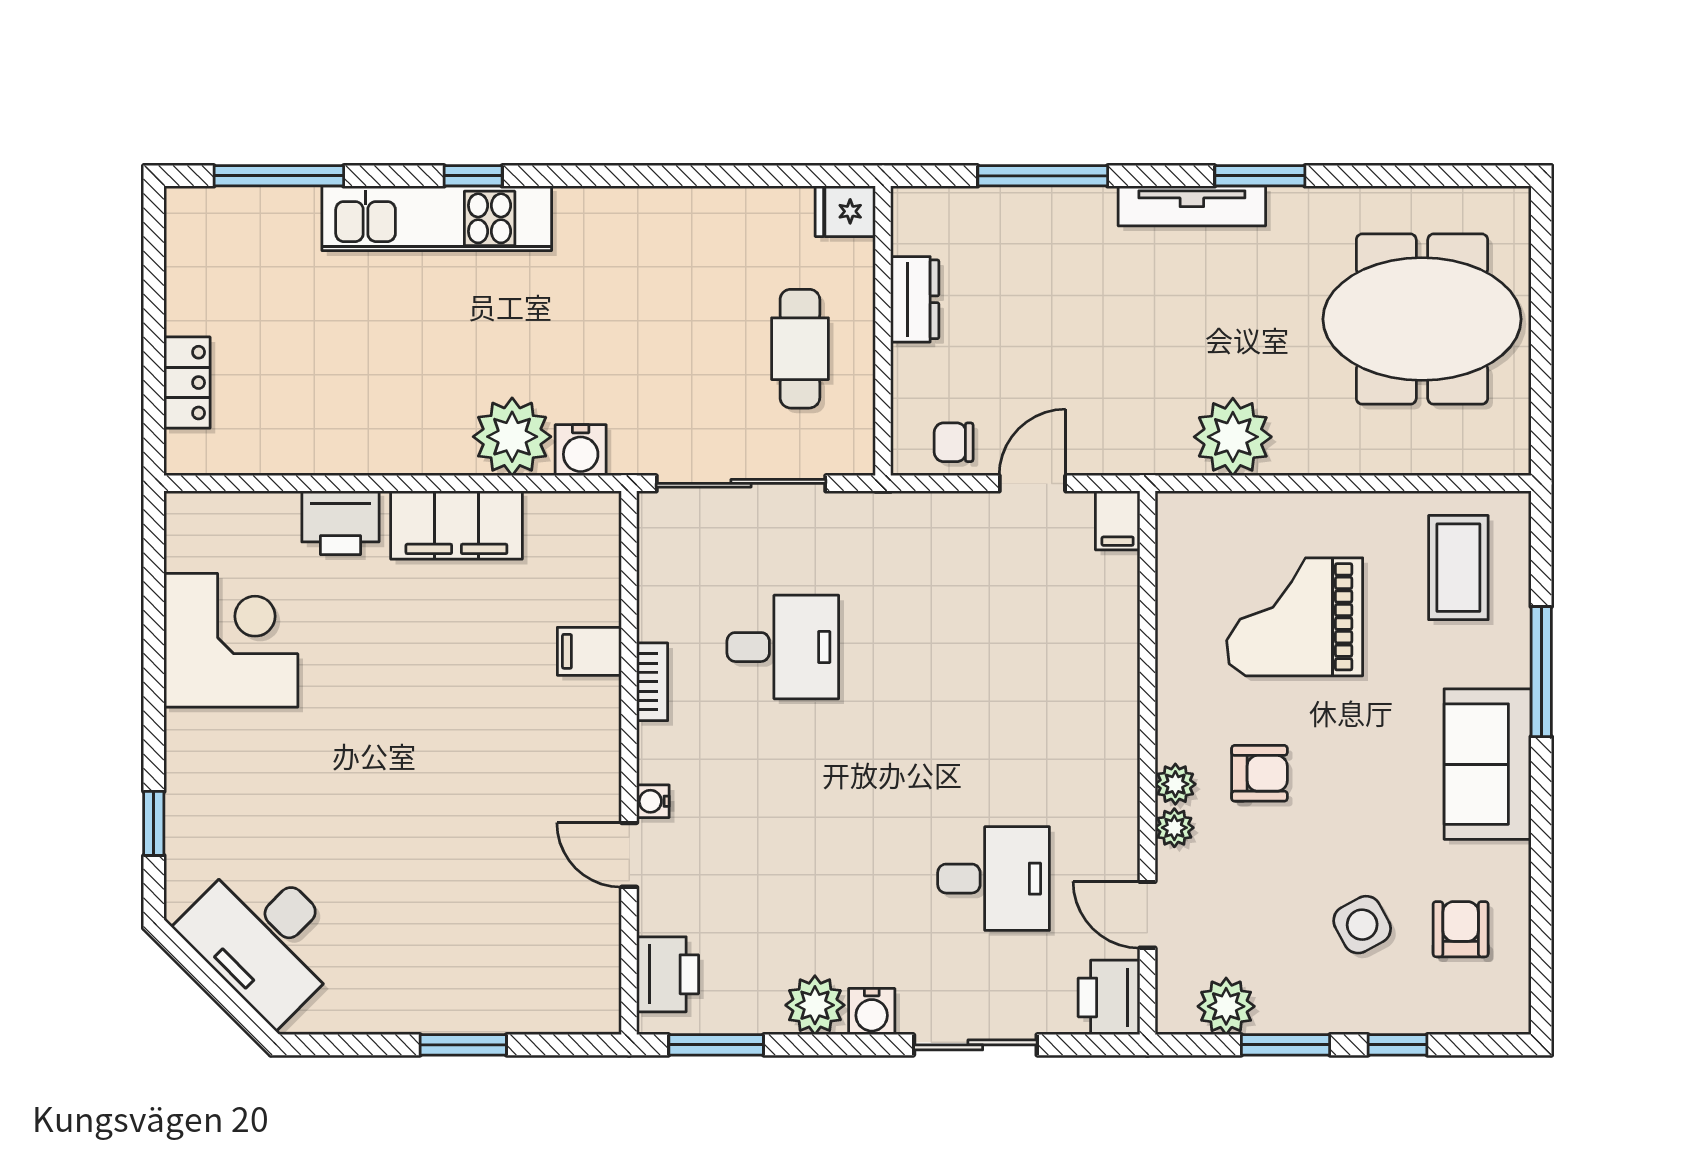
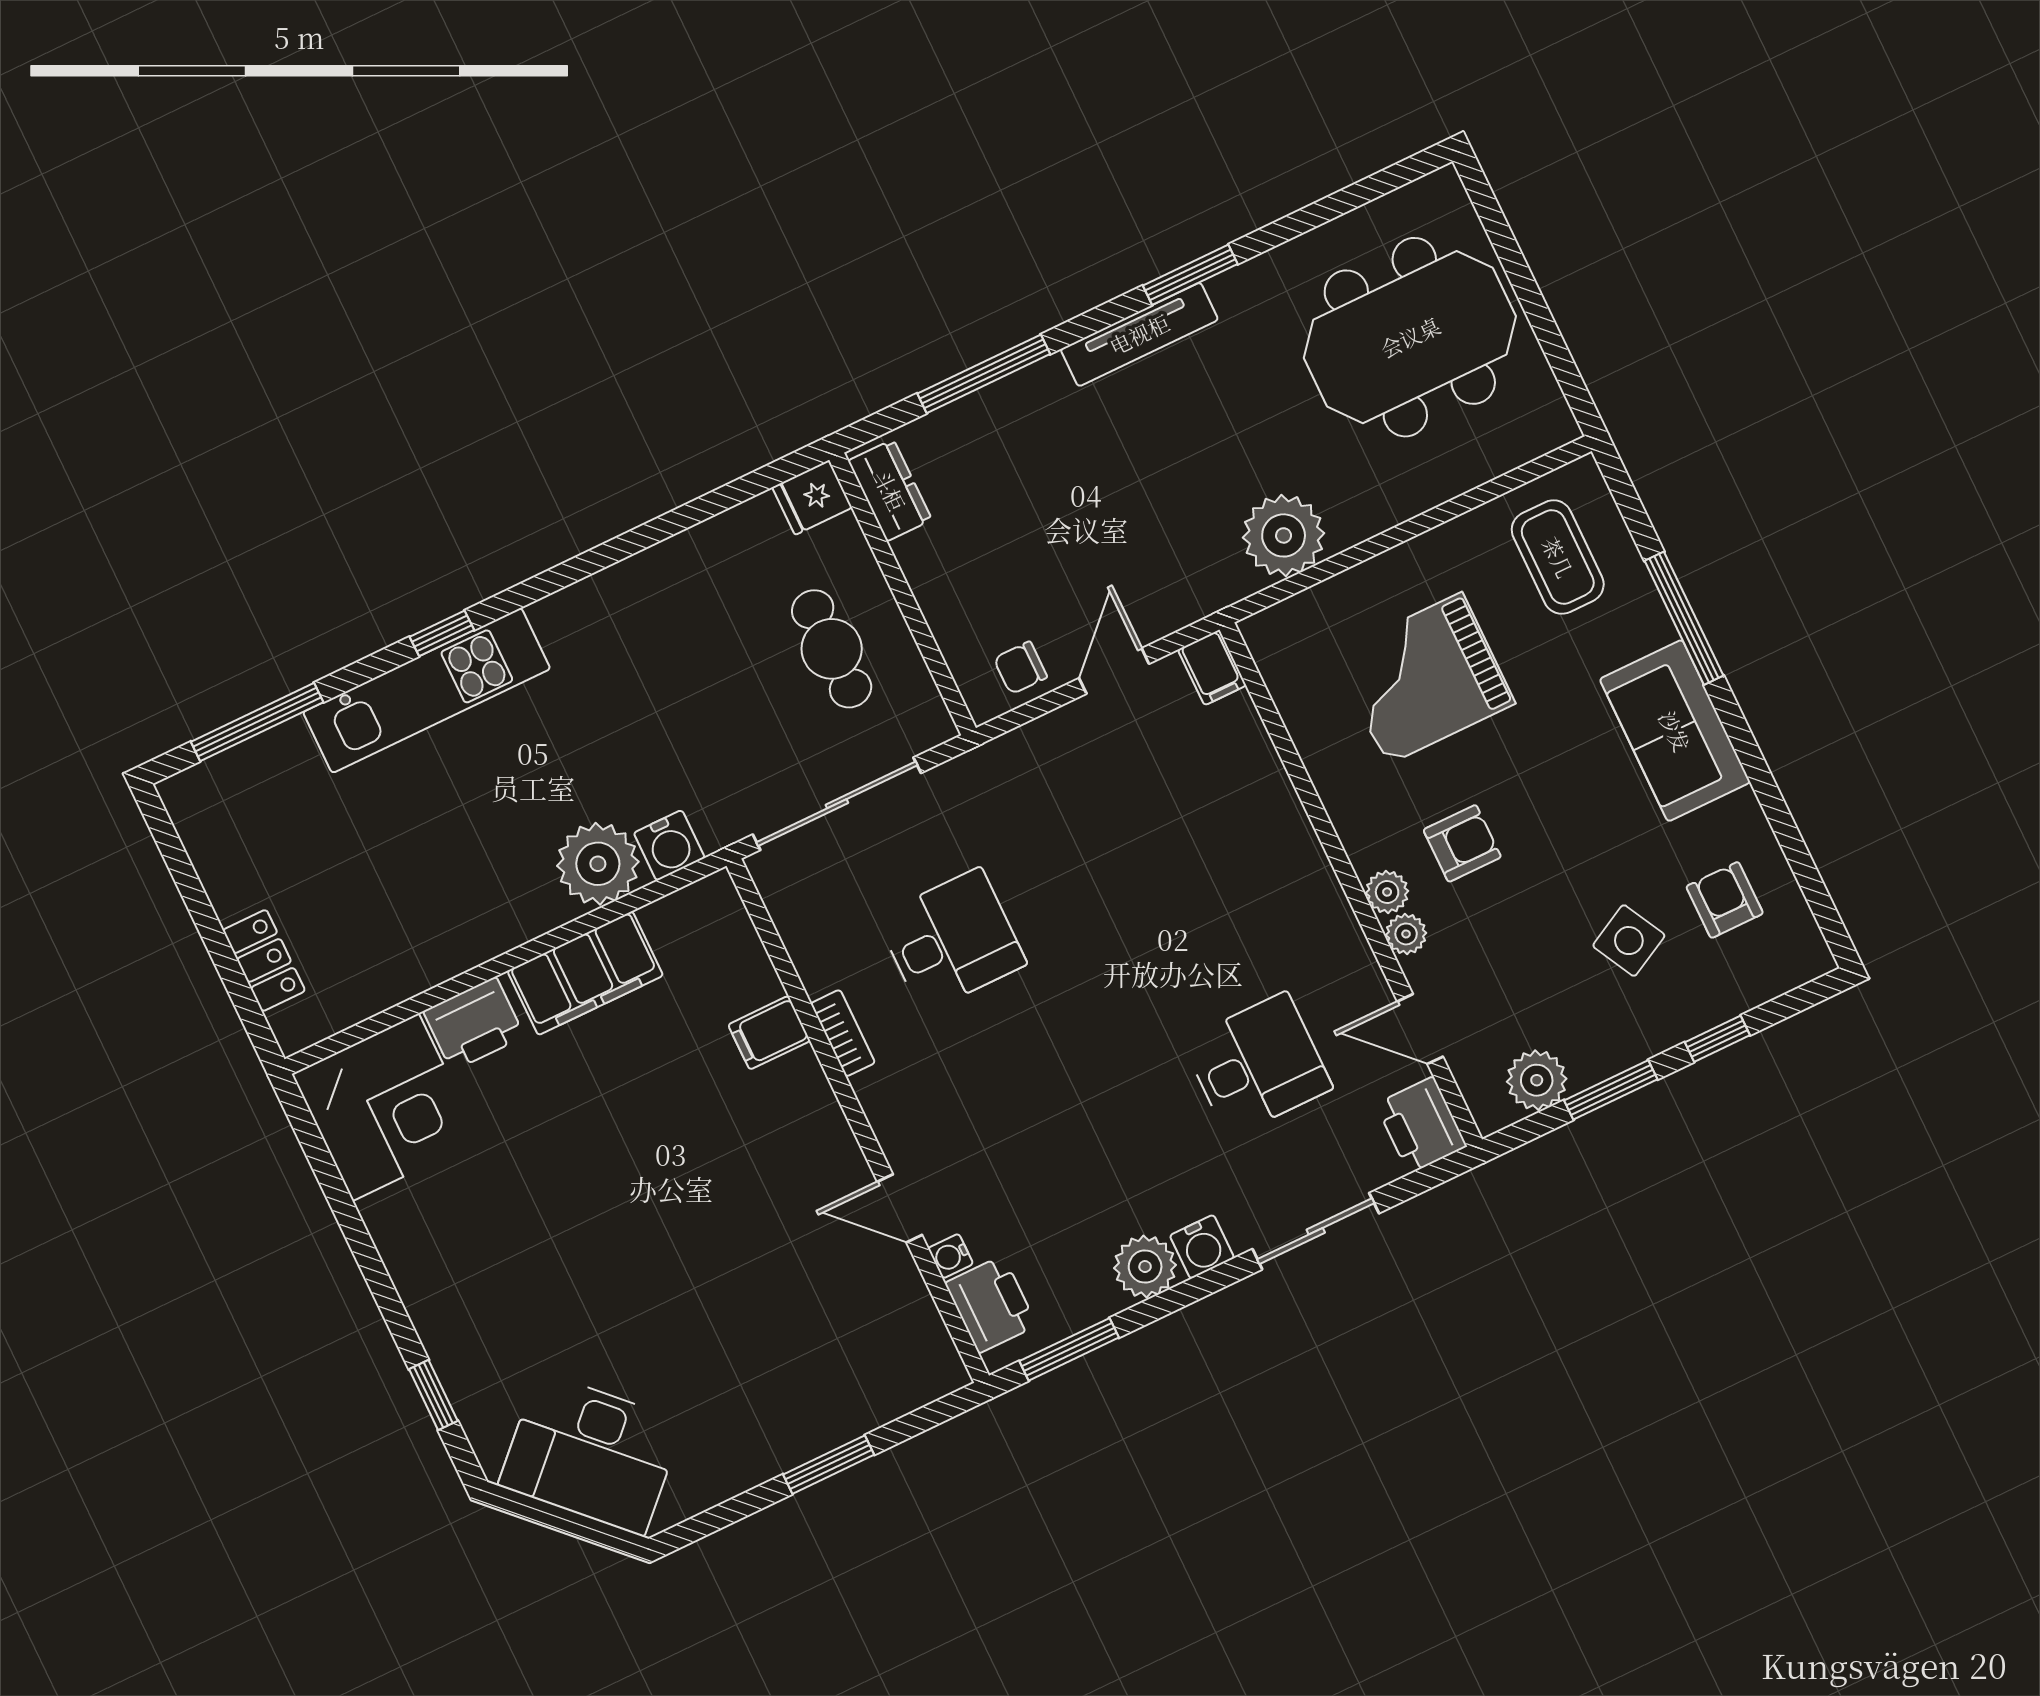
dresser: (915, 299) -> (890, 490), moved
corner desk: (231, 640) -> (386, 1107), moved, turned 90
water cooler: (653, 801) -> (951, 1256), moved

